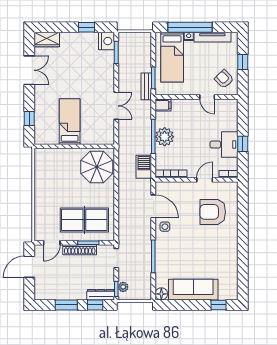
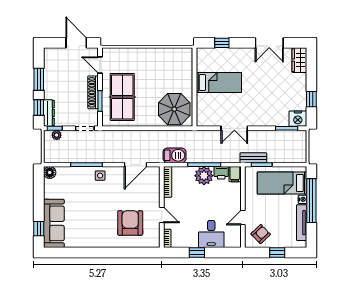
printer: (162, 119) -> (221, 173), added
desk: (224, 144) -> (211, 234), moved
side table: (165, 227) -> (100, 176), moved
sofa: (193, 290) -> (54, 223), moved

